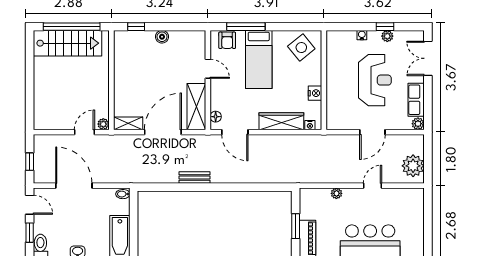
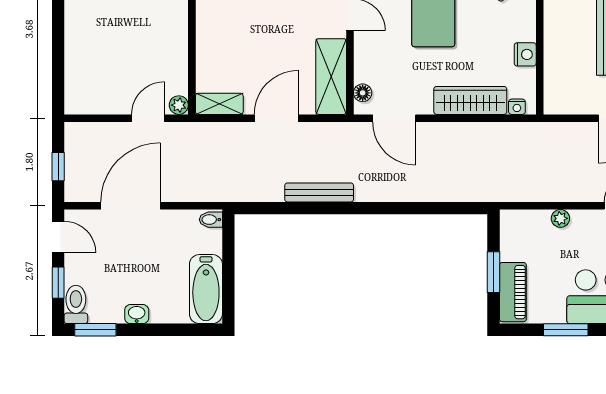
door: (163, 132) -> (276, 118), width x0.73
bench: (195, 177) -> (319, 192), width x1.36
door: (74, 186) -> (131, 206), hinge flipped

